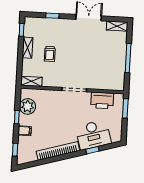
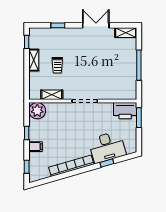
shelving: (31, 81) -> (52, 95), moved
printer: (102, 100) -> (125, 111), moved
plant: (28, 106) -> (37, 111), moved

